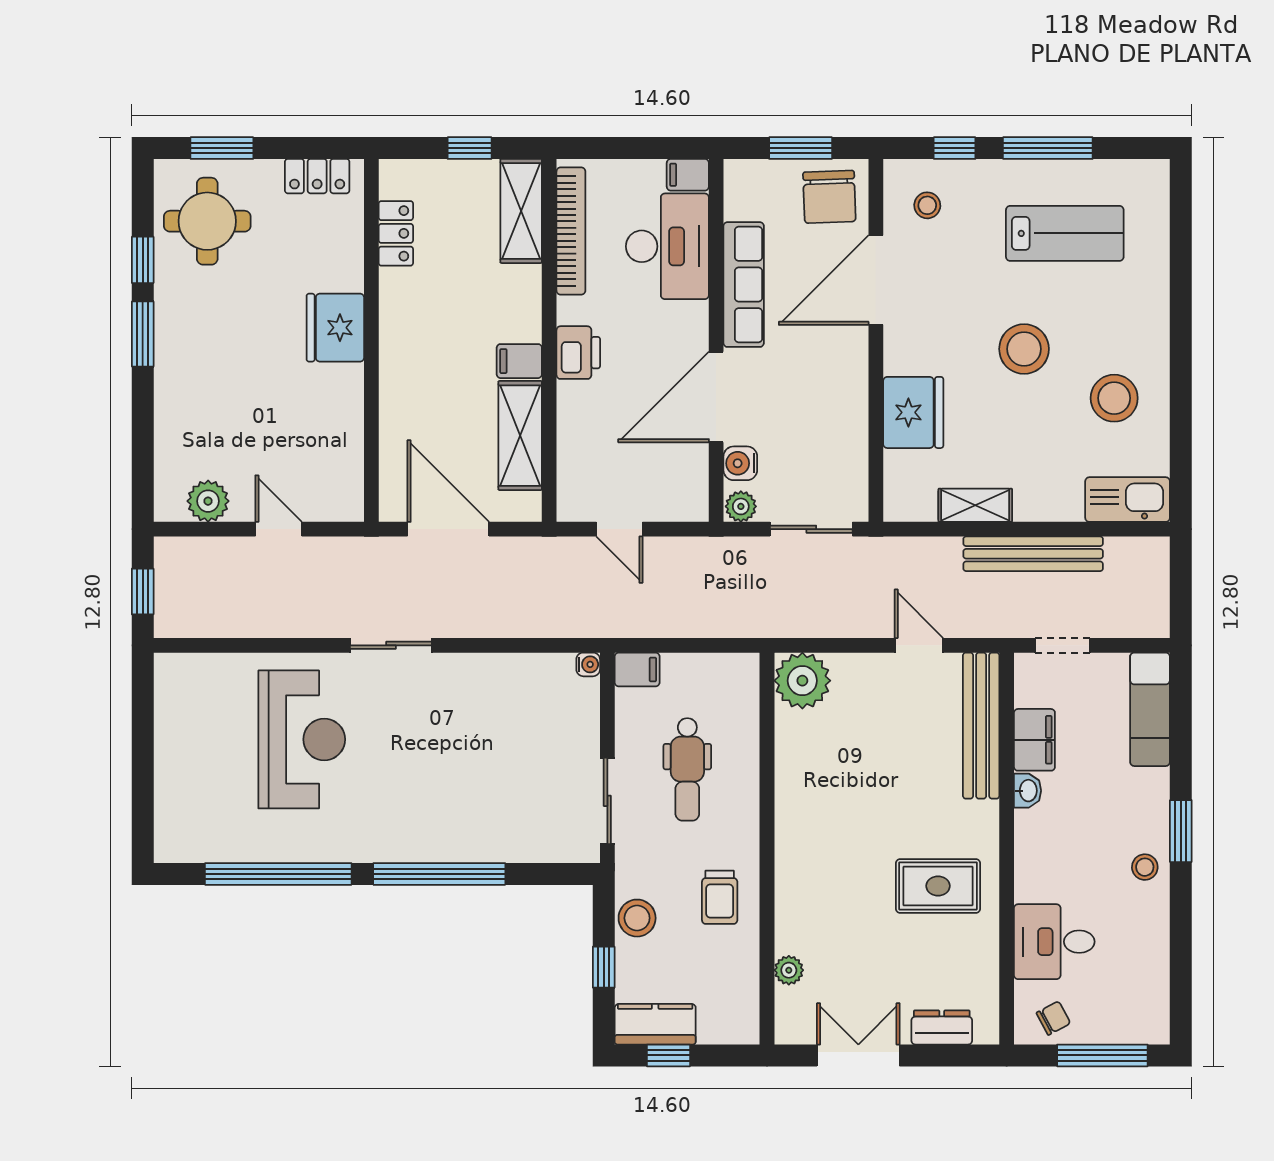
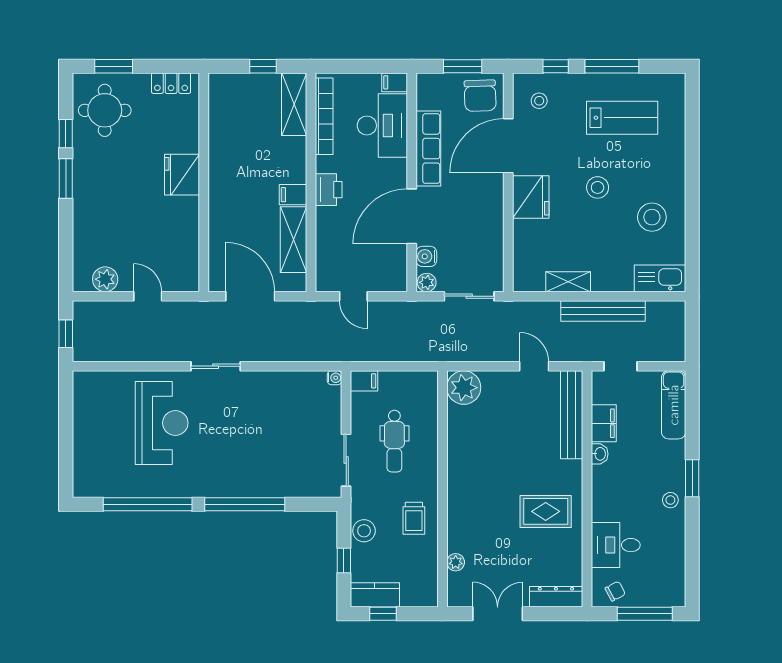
locker: (396, 233) -> (219, 118), removed
stool: (1024, 349) -> (598, 187), width x0.73, depth x0.73
fridge: (913, 412) -> (531, 197), moved
dresser: (942, 1027) -> (556, 597), width x1.44

